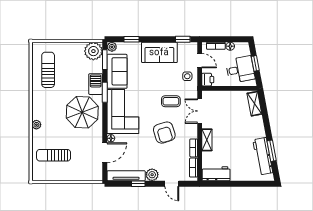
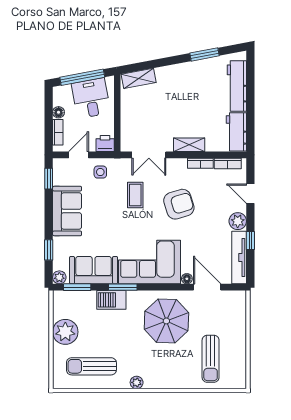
plant: (93, 51) -> (65, 332), moved
window: (255, 63) -> (82, 77), width x2.17
parasol: (82, 112) -> (166, 321), moved
plant: (36, 125) -> (137, 382), moved
workbench: (263, 156) -> (237, 86), moved, turned 101
door: (172, 184) -> (250, 194), swing flipped

